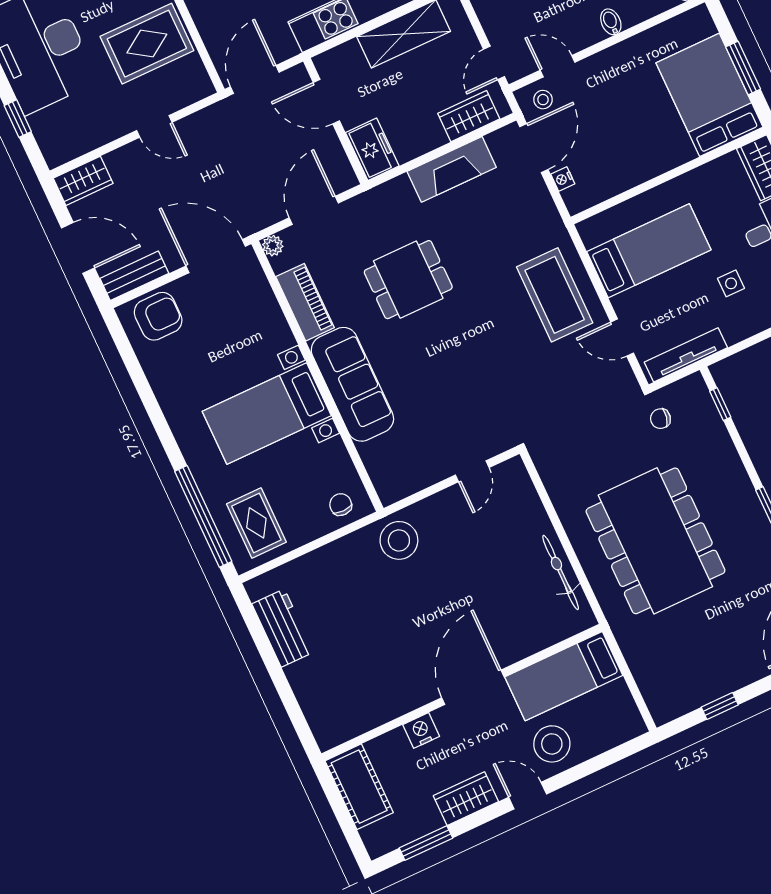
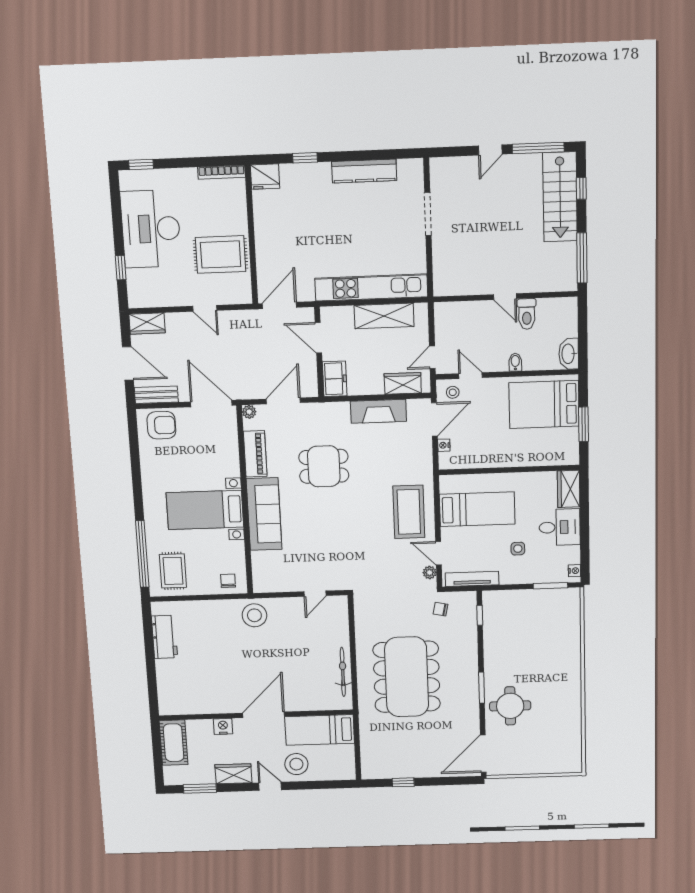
bed: (709, 95) -> (544, 404), moved, turned -90
plant: (622, 371) -> (430, 572), added

